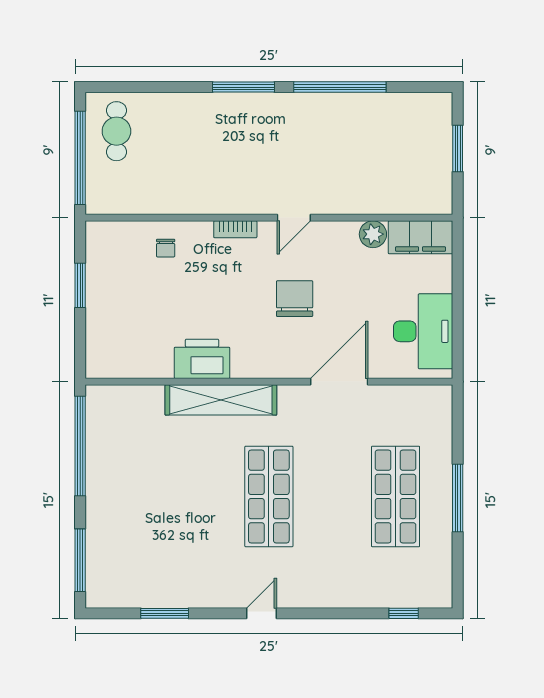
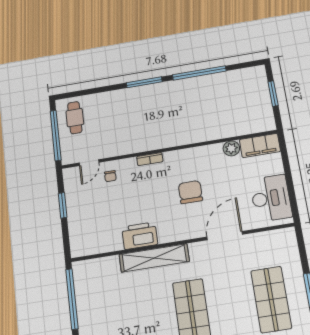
door: (294, 218) -> (89, 163), moved

